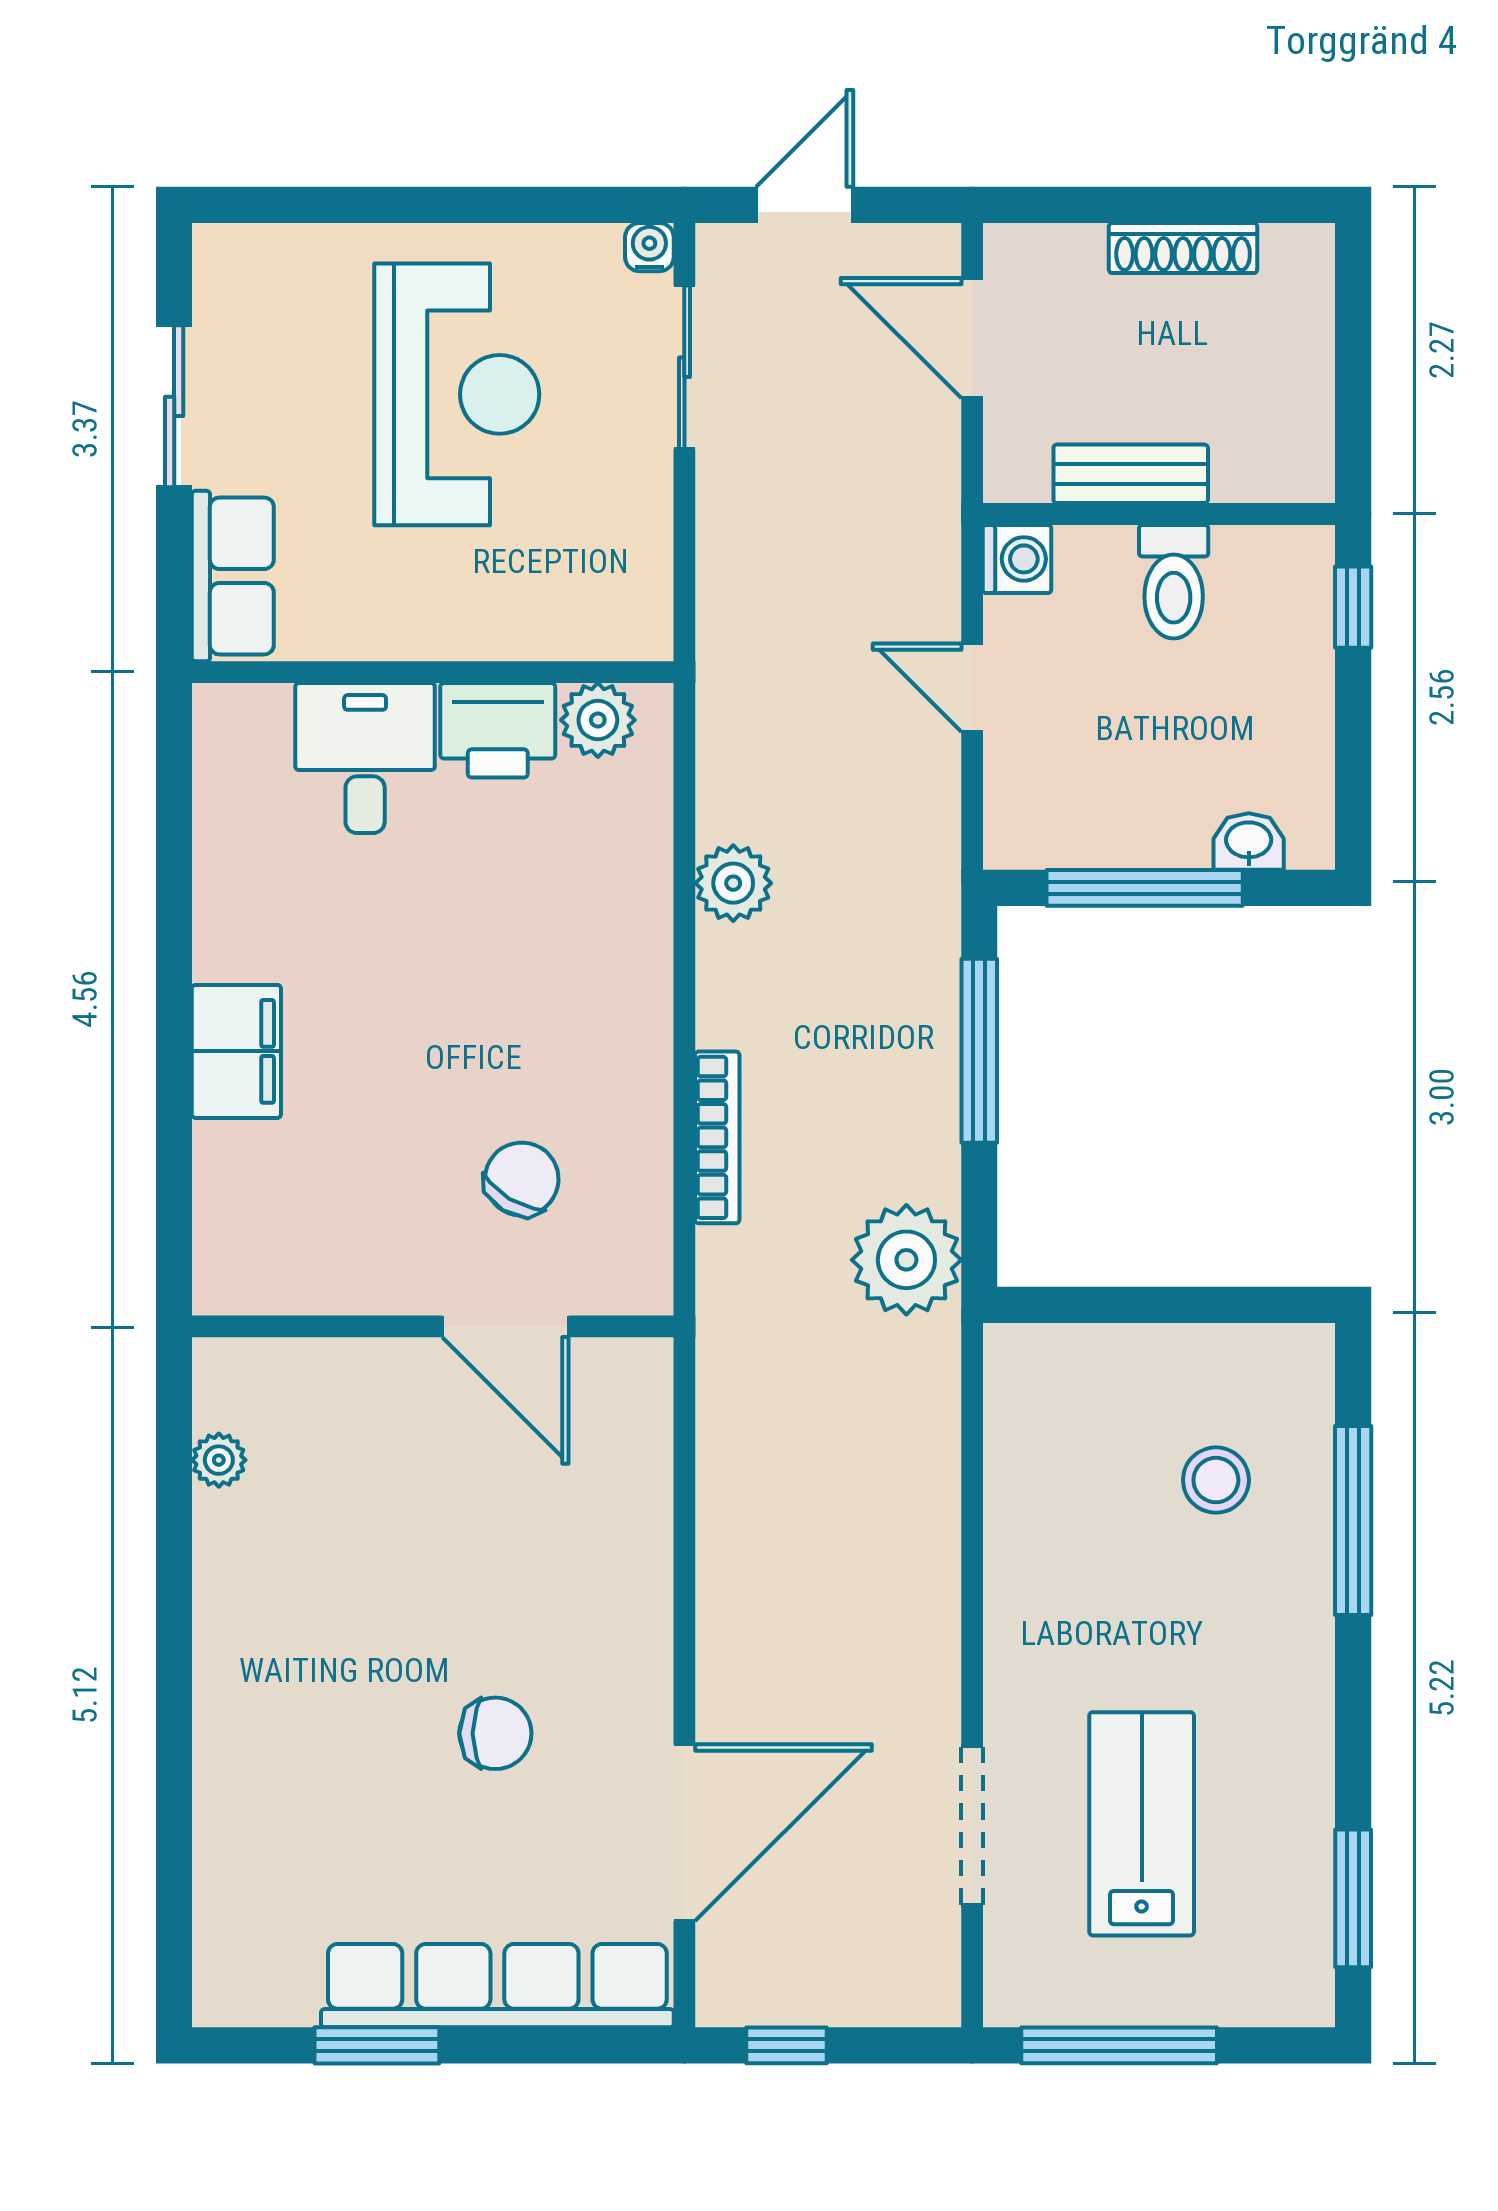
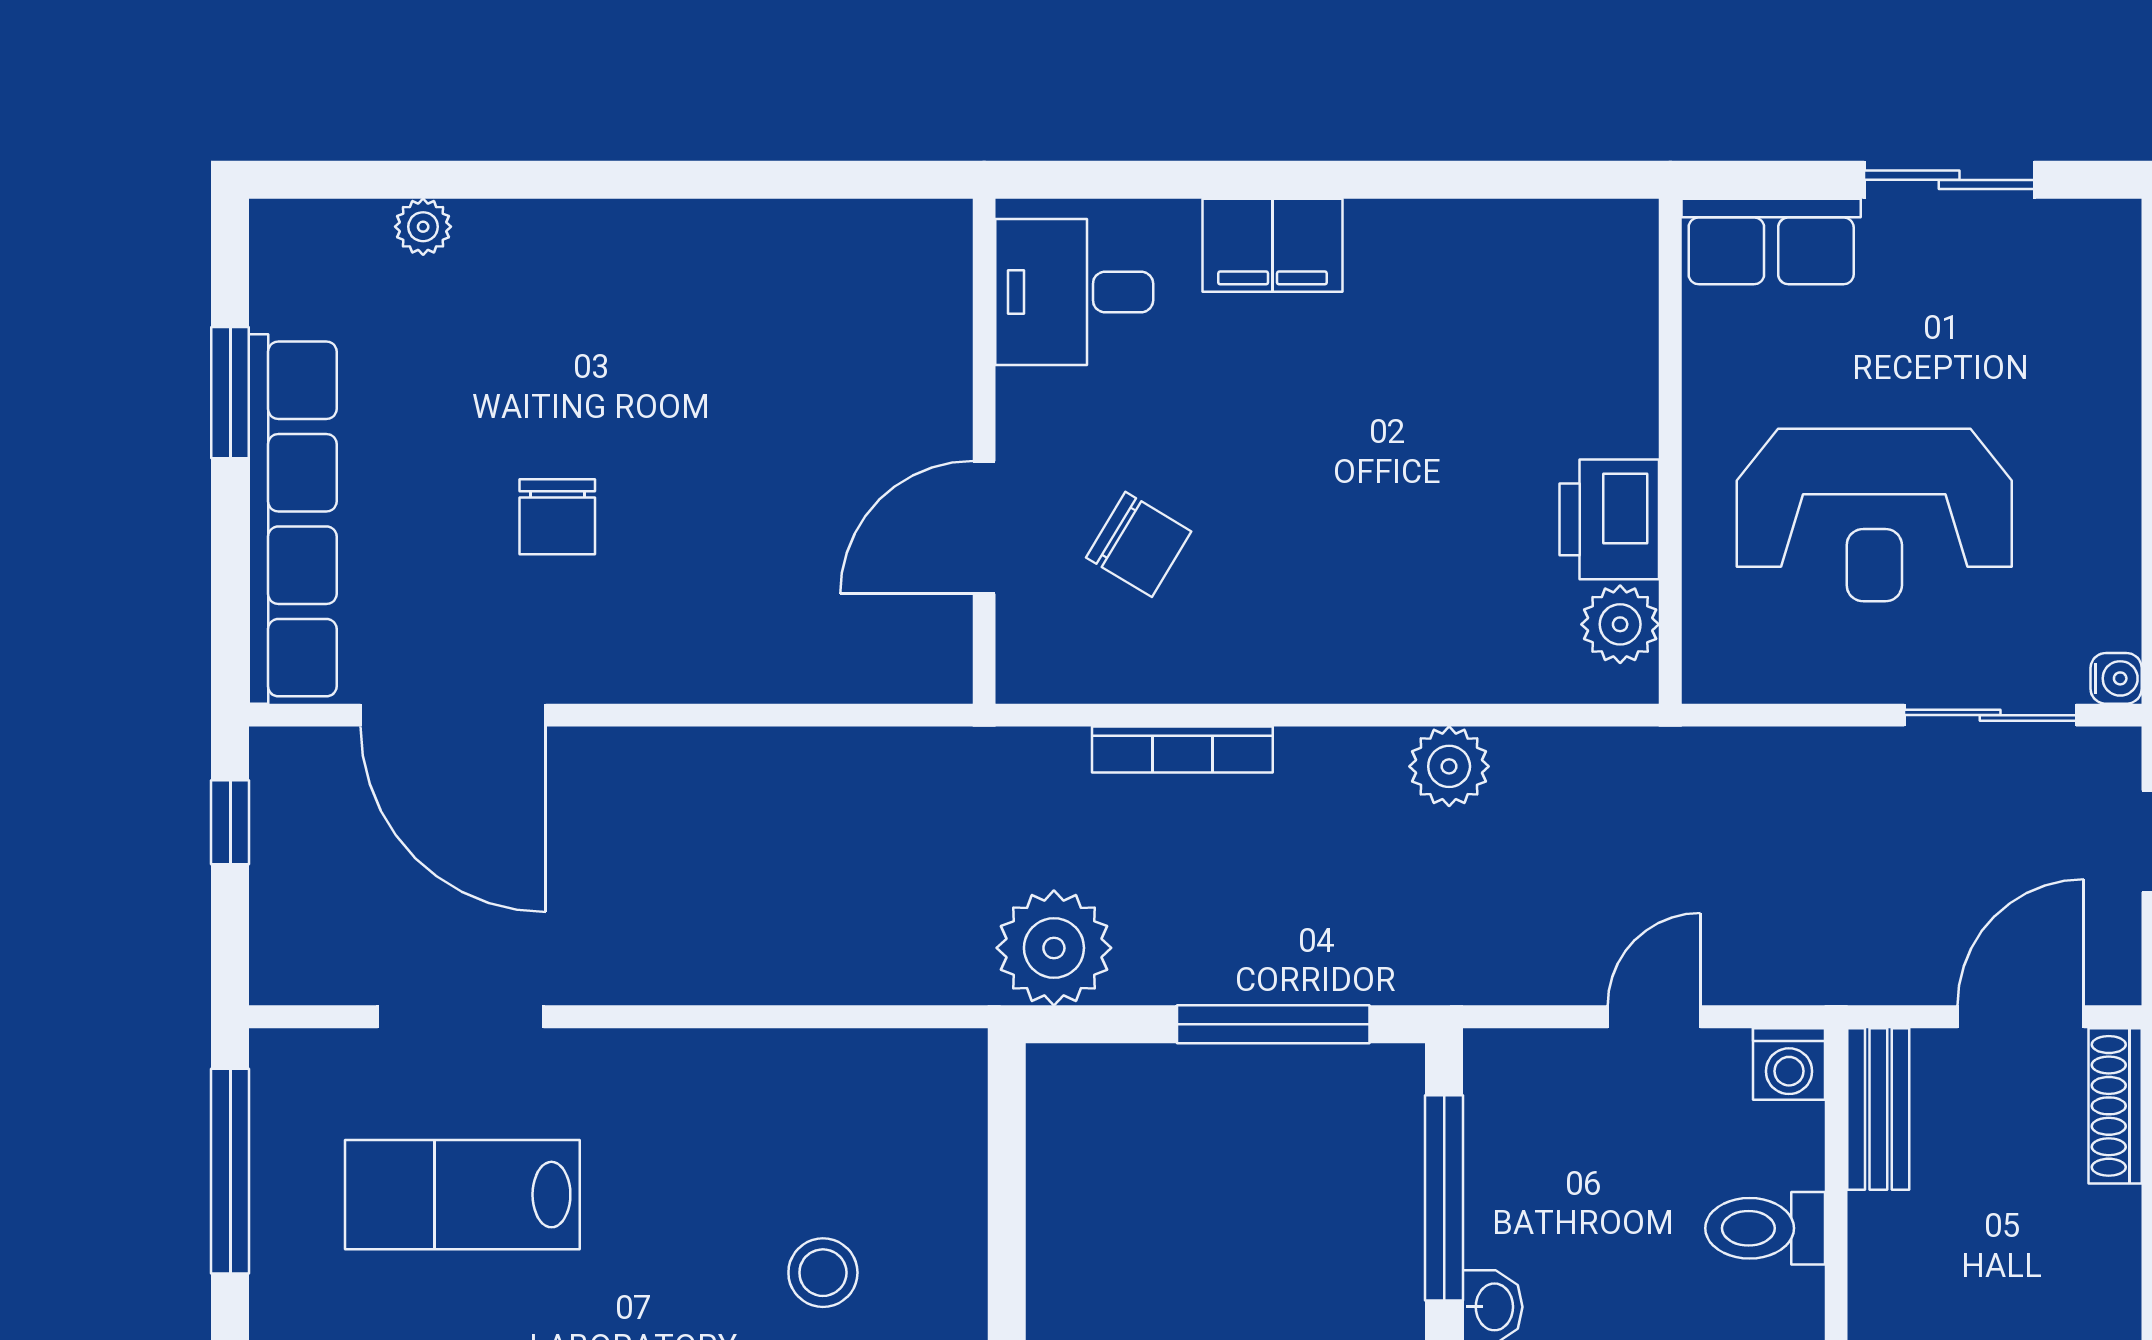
shoe rack: (1183, 248) -> (2115, 1106), moved
reception desk: (457, 394) -> (1874, 515), moved
bench: (1131, 474) -> (1878, 1109), moved
desk: (365, 758) -> (1074, 292), moved, turned 180
plant: (219, 1460) -> (423, 227), moved
lab bench: (1142, 1824) -> (462, 1195), turned 180

